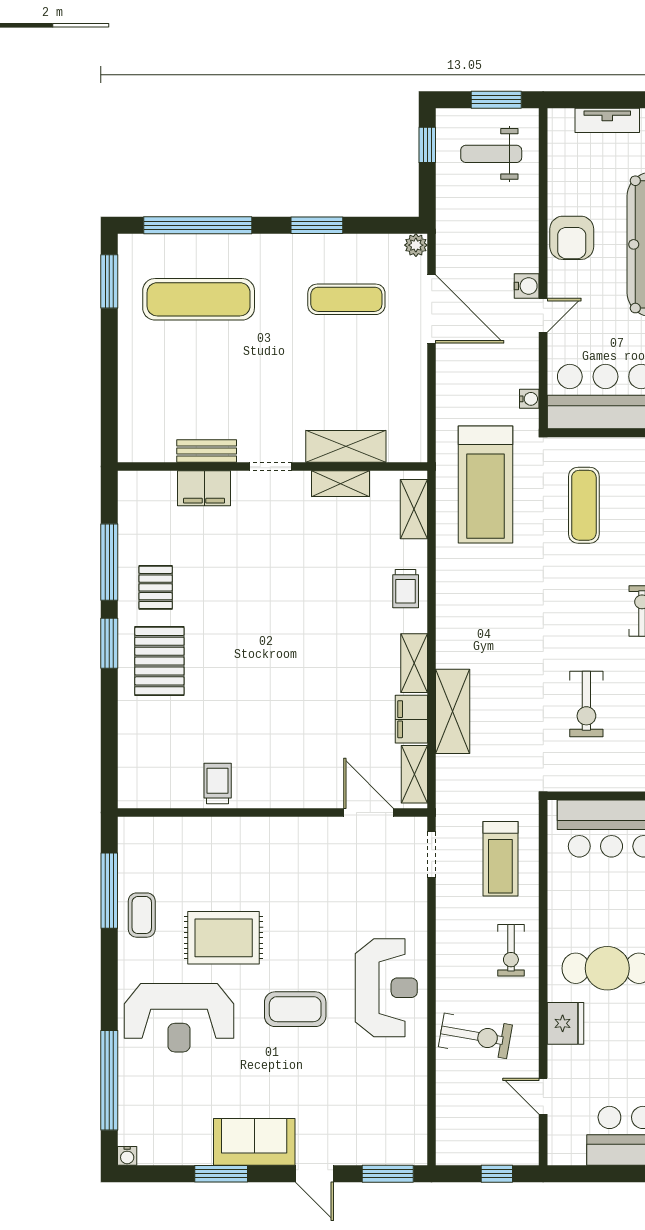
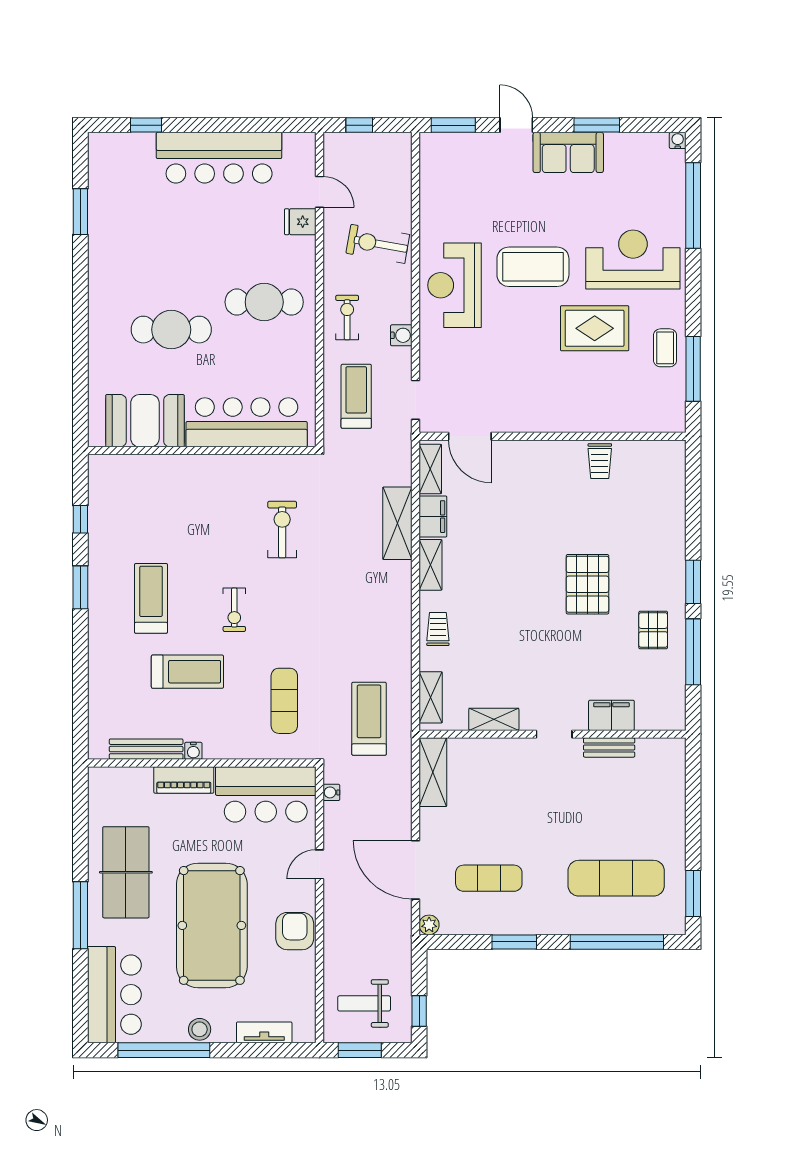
weight bench: (491, 154) -> (364, 1003), turned 180
water cooler: (527, 286) -> (401, 335), moved, turned 180
shelving: (346, 446) -> (433, 772), moved, turned 90
treadmill: (486, 484) -> (369, 719), width x0.73, depth x0.73
pallet: (159, 661) -> (587, 584), moved
coffee table: (295, 1009) -> (533, 267), width x1.36, depth x1.32
fridge: (565, 1023) -> (300, 222), moved, width x0.72

